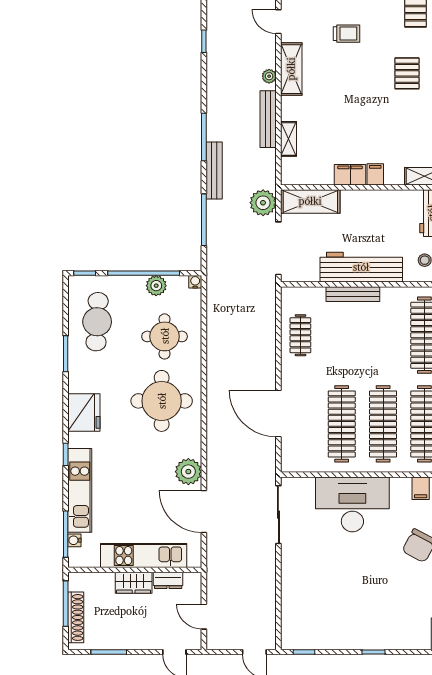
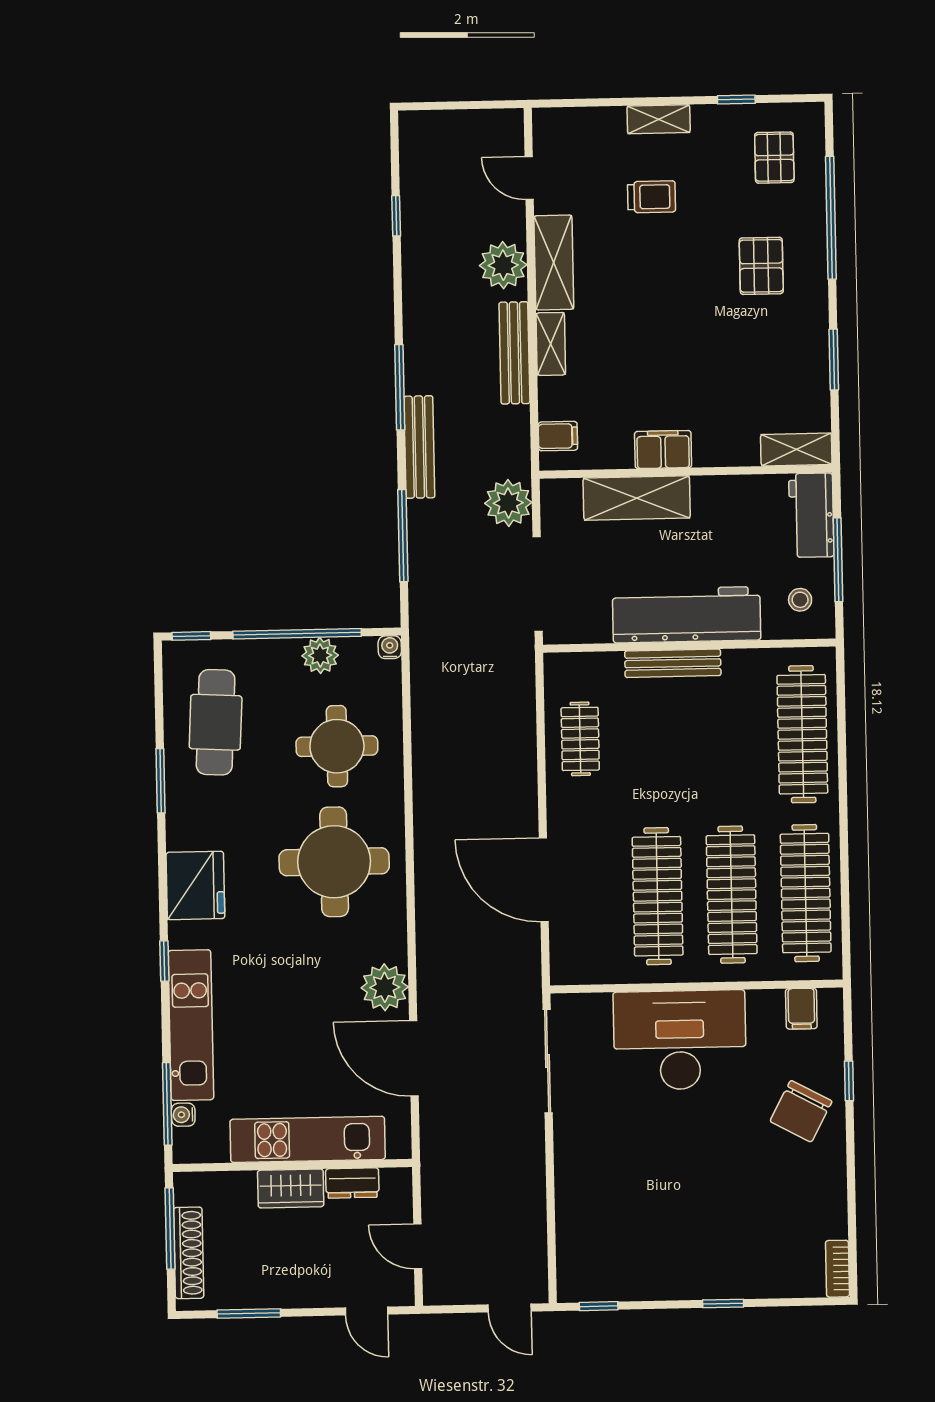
plant: (269, 76) -> (503, 265), width x1.87, depth x1.87
shelving: (289, 139) -> (551, 344), moved
filing cabinet: (375, 174) -> (558, 436), moved, turned 90
shelving: (310, 201) -> (637, 498), moved

